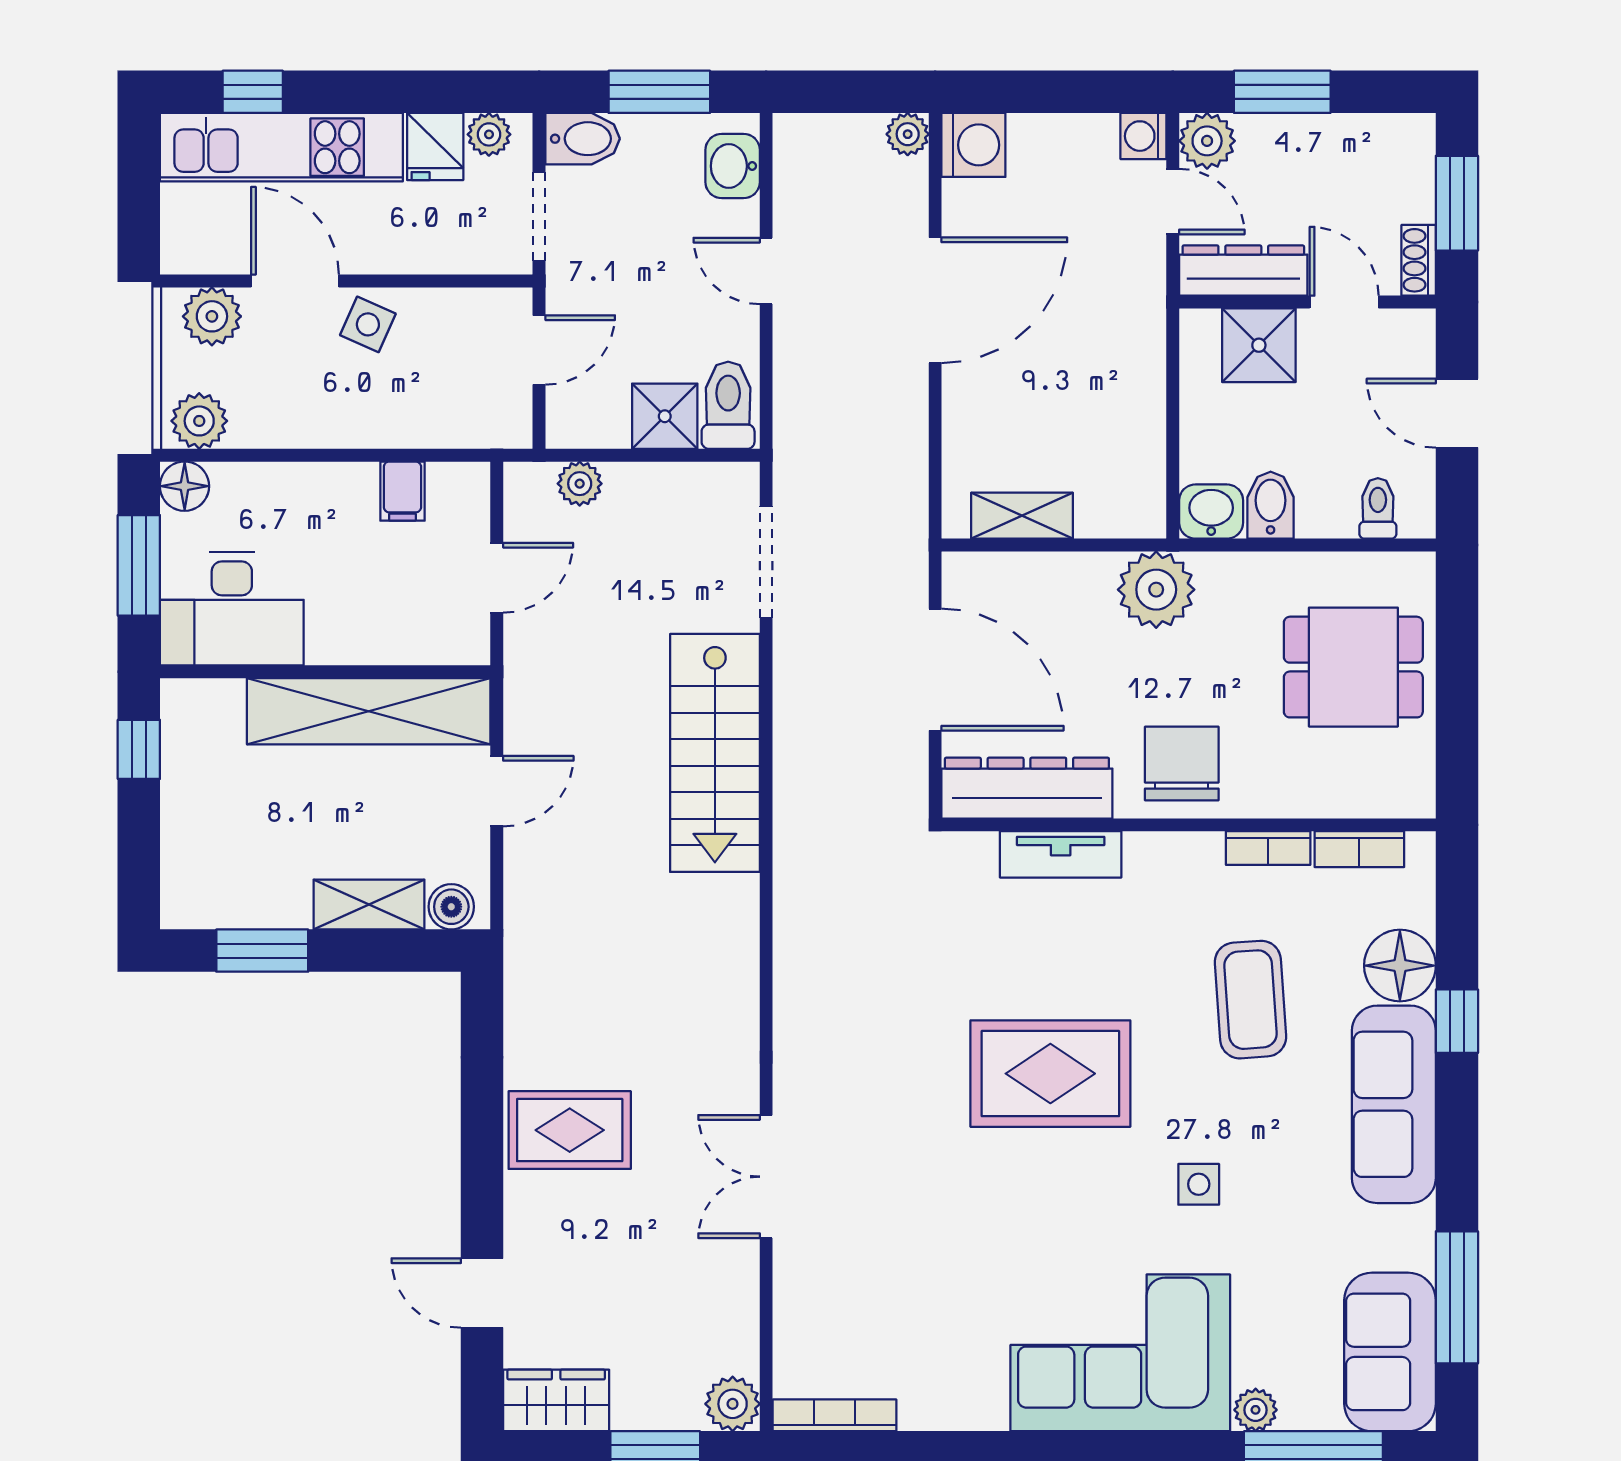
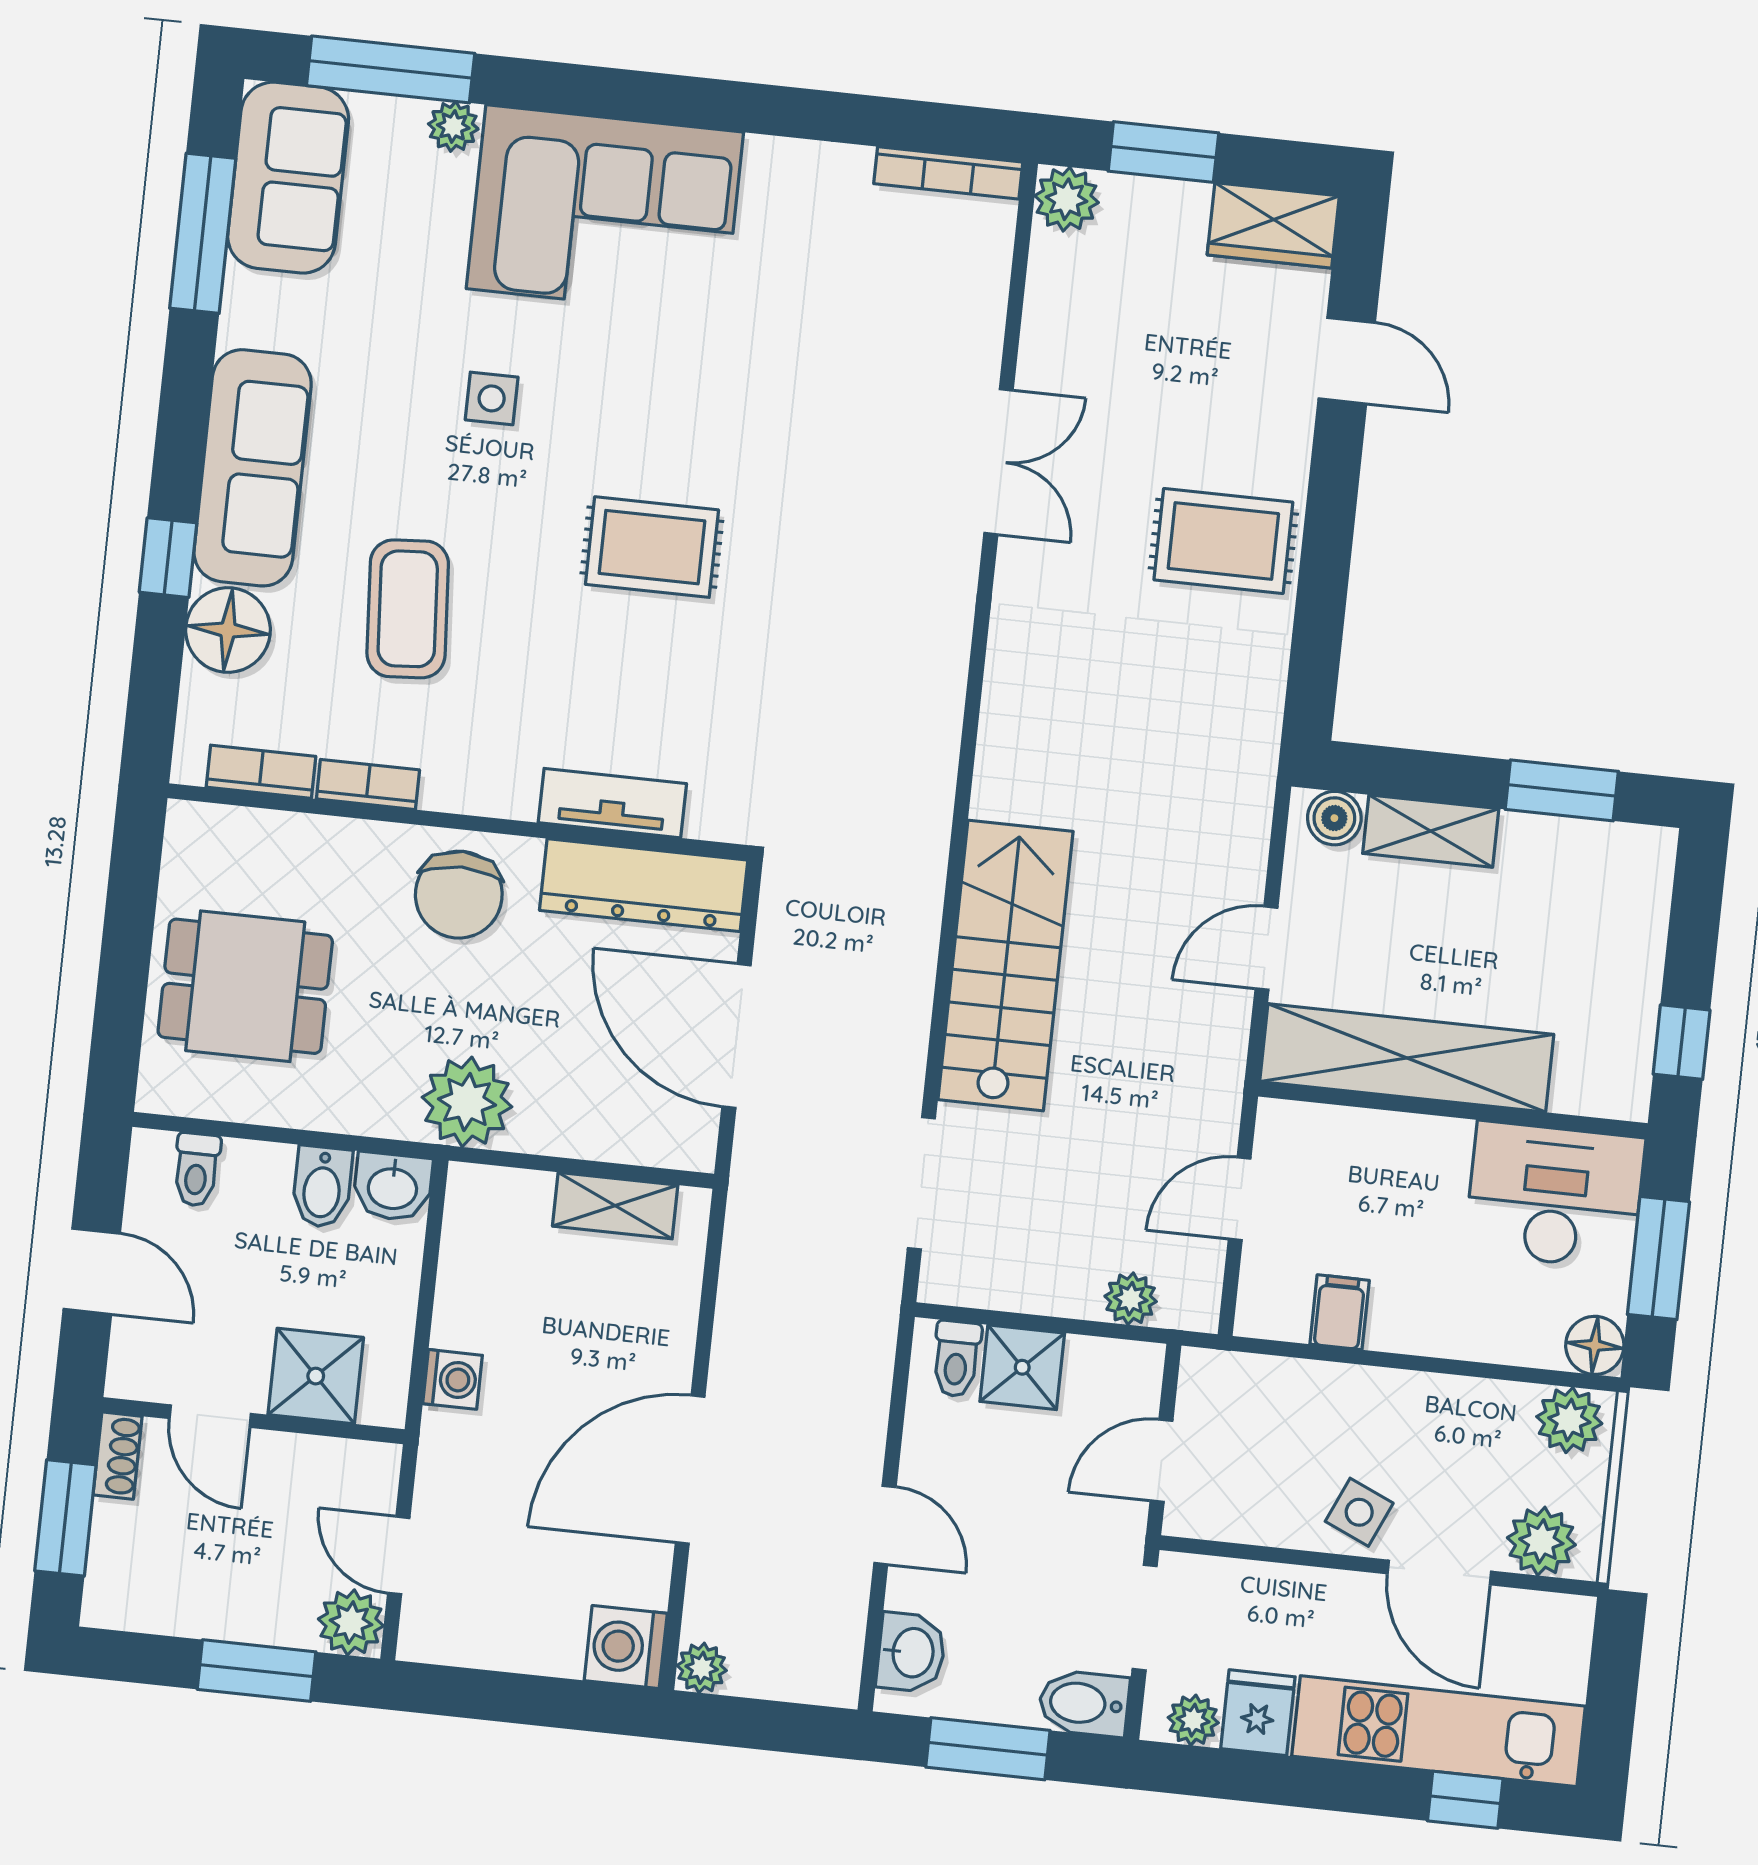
washing machine: (1143, 136) -> (452, 1379), moved
dresser: (1243, 271) -> (325, 1466), removed
toilet: (728, 405) -> (956, 1359), width x0.73, depth x0.72
rug: (1050, 1074) -> (652, 547), width x0.73, depth x0.70

